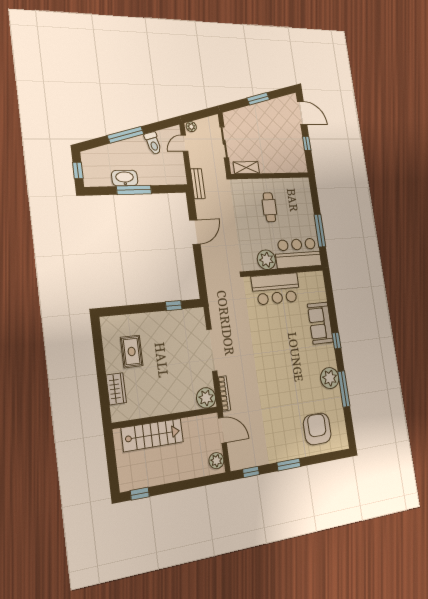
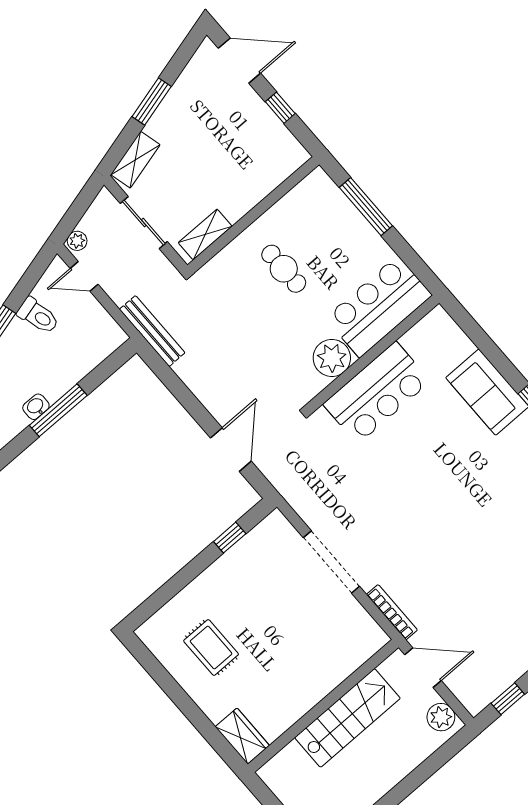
shelving: (237, 115) -> (135, 160), added
door: (184, 143) -> (84, 276), hinge flipped
washbasin: (125, 178) -> (36, 407), width x0.52, depth x0.69
bench: (198, 184) -> (152, 331), width x1.36
window: (320, 231) -> (366, 207), moved
door: (195, 232) -> (231, 450), moved
wardrobe: (116, 389) -> (242, 736), moved
plant: (206, 398) -> (367, 638), removed
stairs: (152, 435) -> (347, 718), moved

